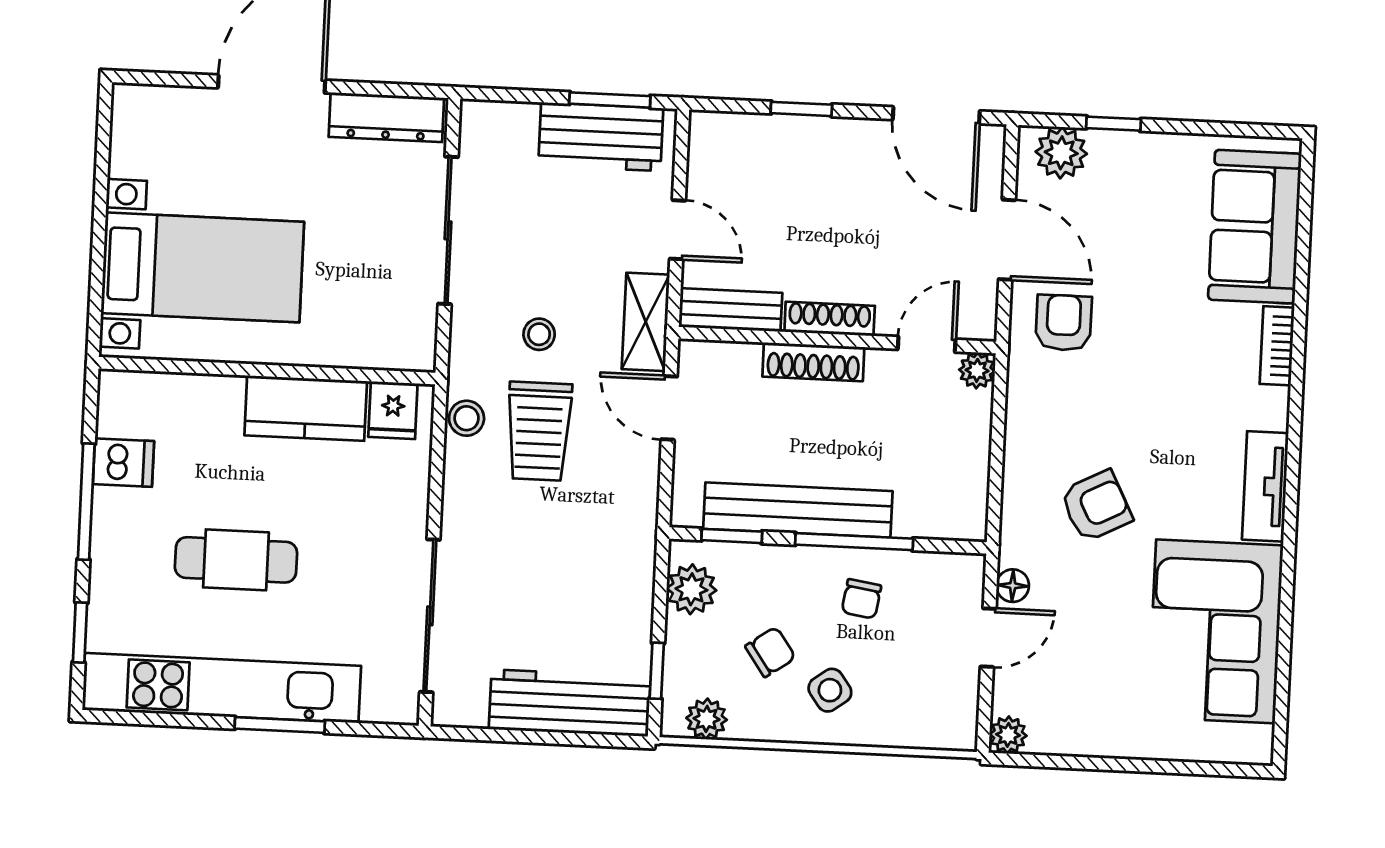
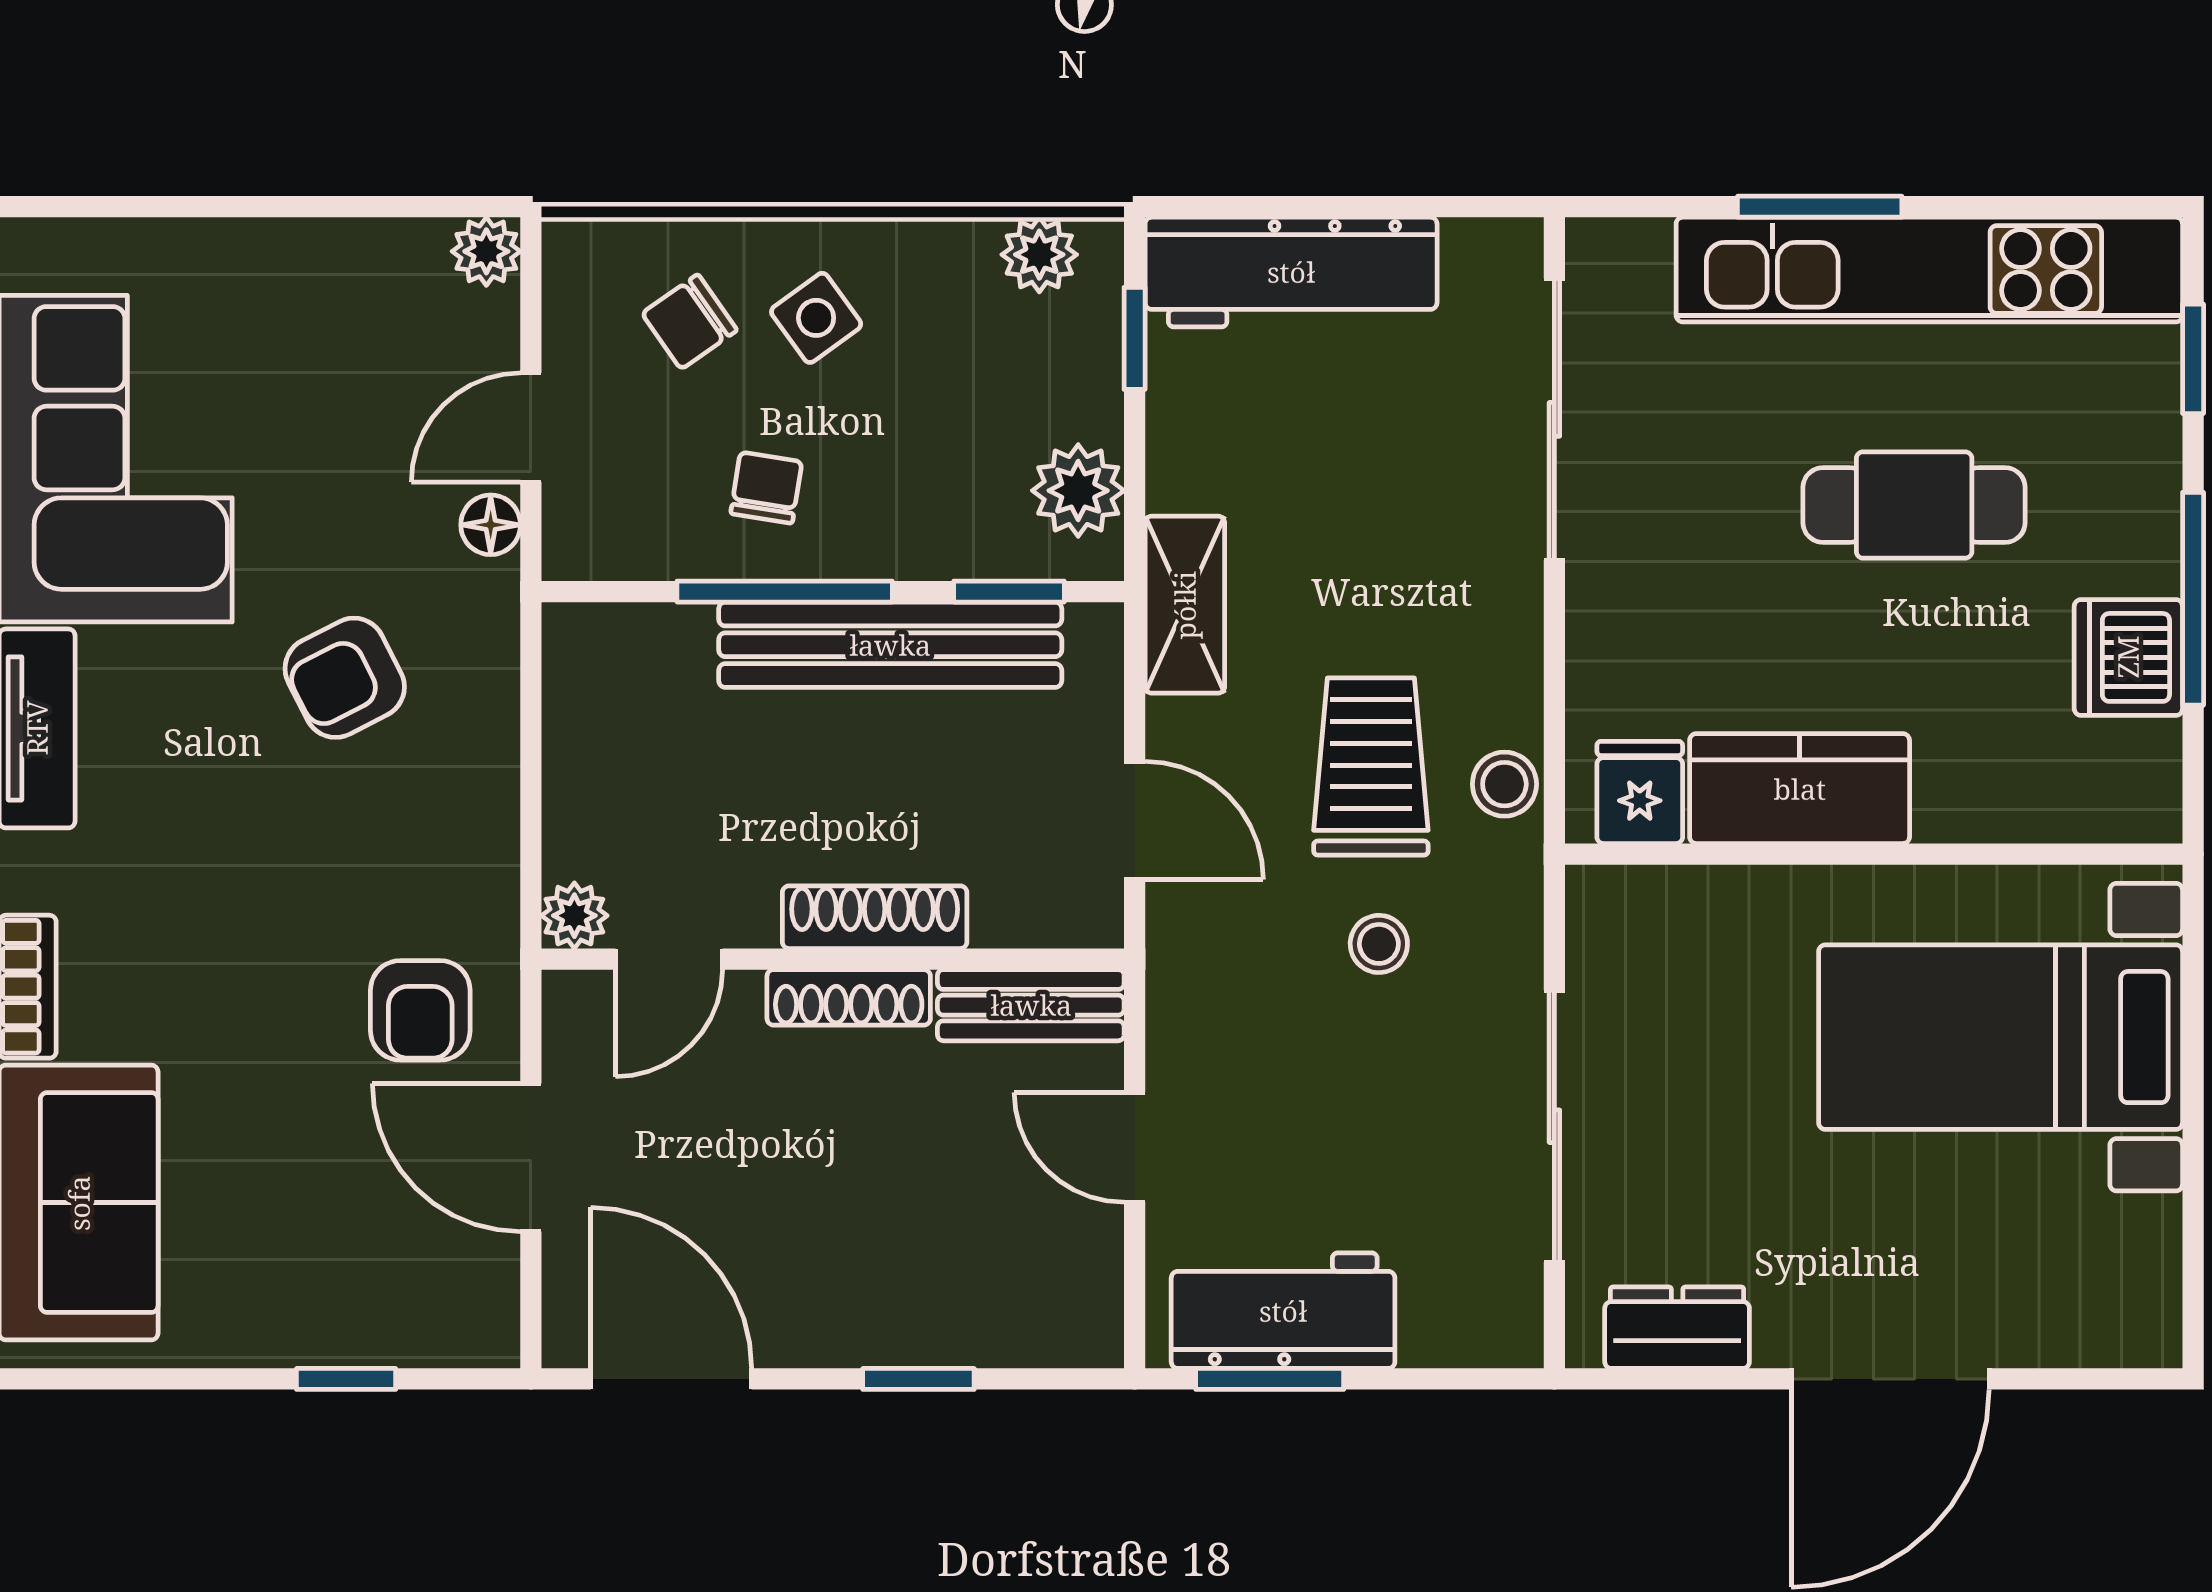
dresser: (386, 117) -> (1677, 1328), width x0.70
plant: (1061, 153) -> (439, 1321), removed
shelving: (646, 322) -> (1185, 605), moved
dishwasher: (123, 463) -> (2128, 657), width x1.38
chair: (770, 652) -> (689, 322), moved

